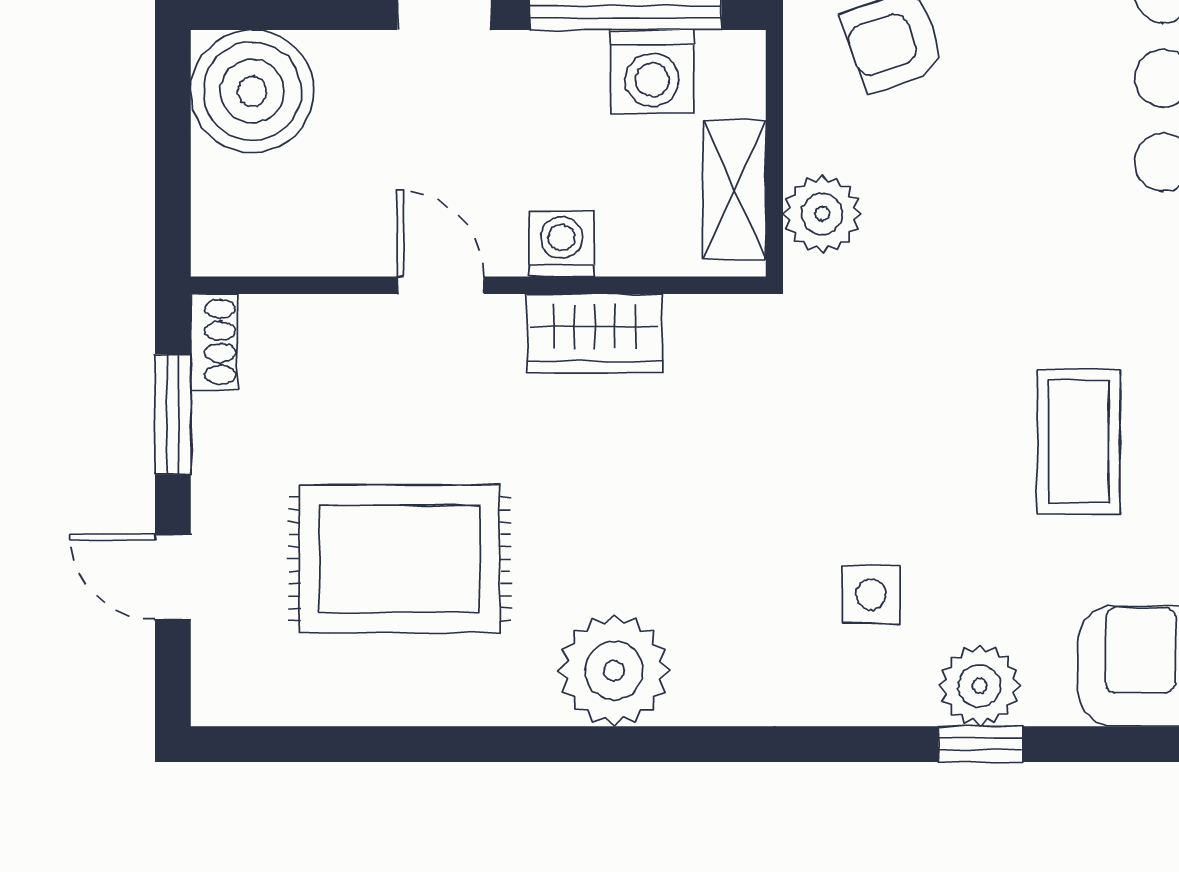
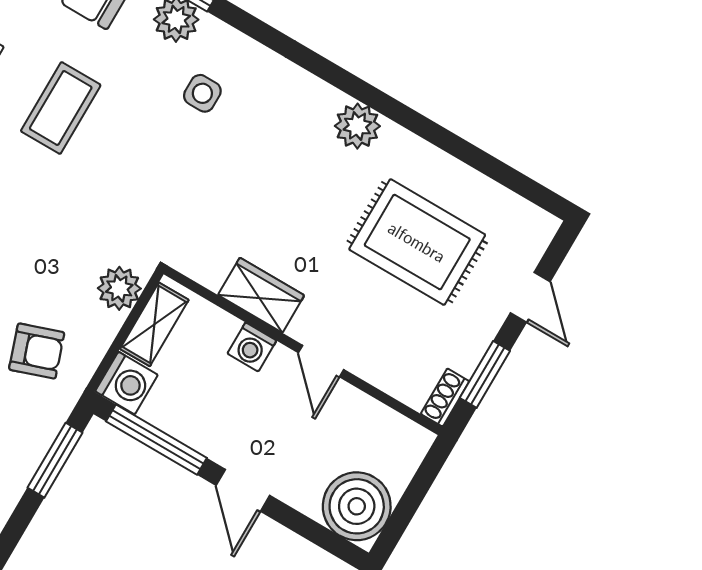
washing machine: (652, 72) -> (126, 383), moved, turned 90
plant: (614, 670) -> (357, 126), width x0.73, depth x0.73

